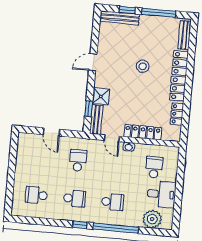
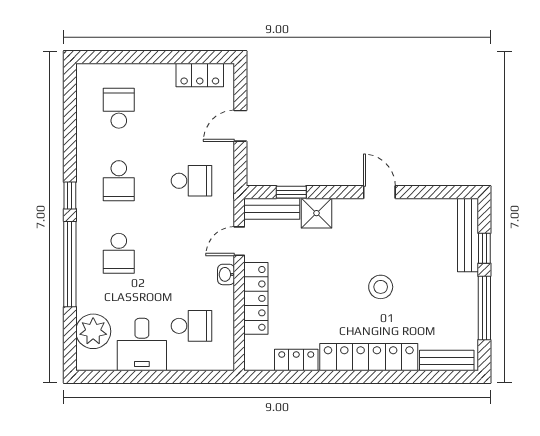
locker: (23, 151) -> (200, 75), added

